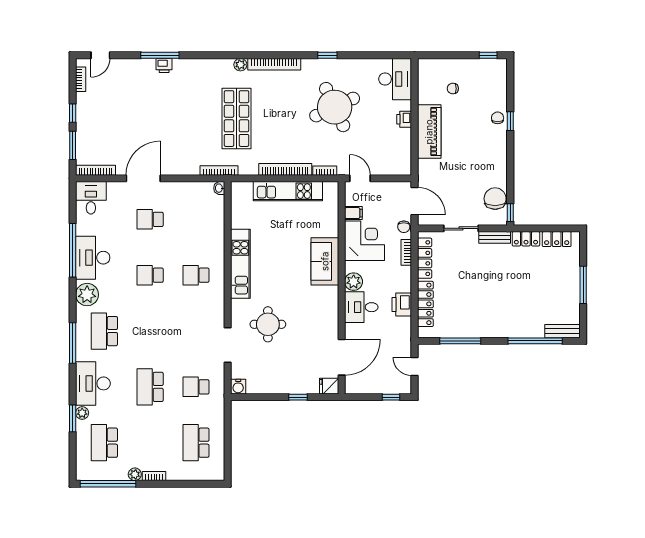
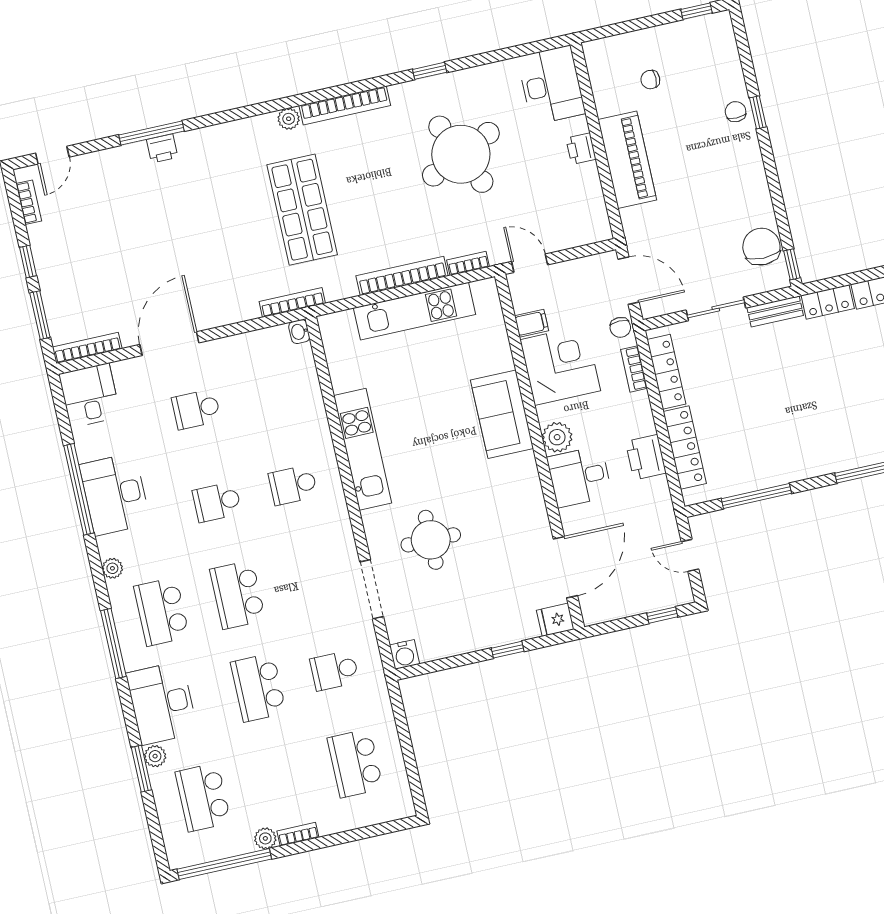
plant: (87, 295) -> (112, 568), width x0.53, depth x0.53
school desk: (150, 331) -> (238, 595), added

